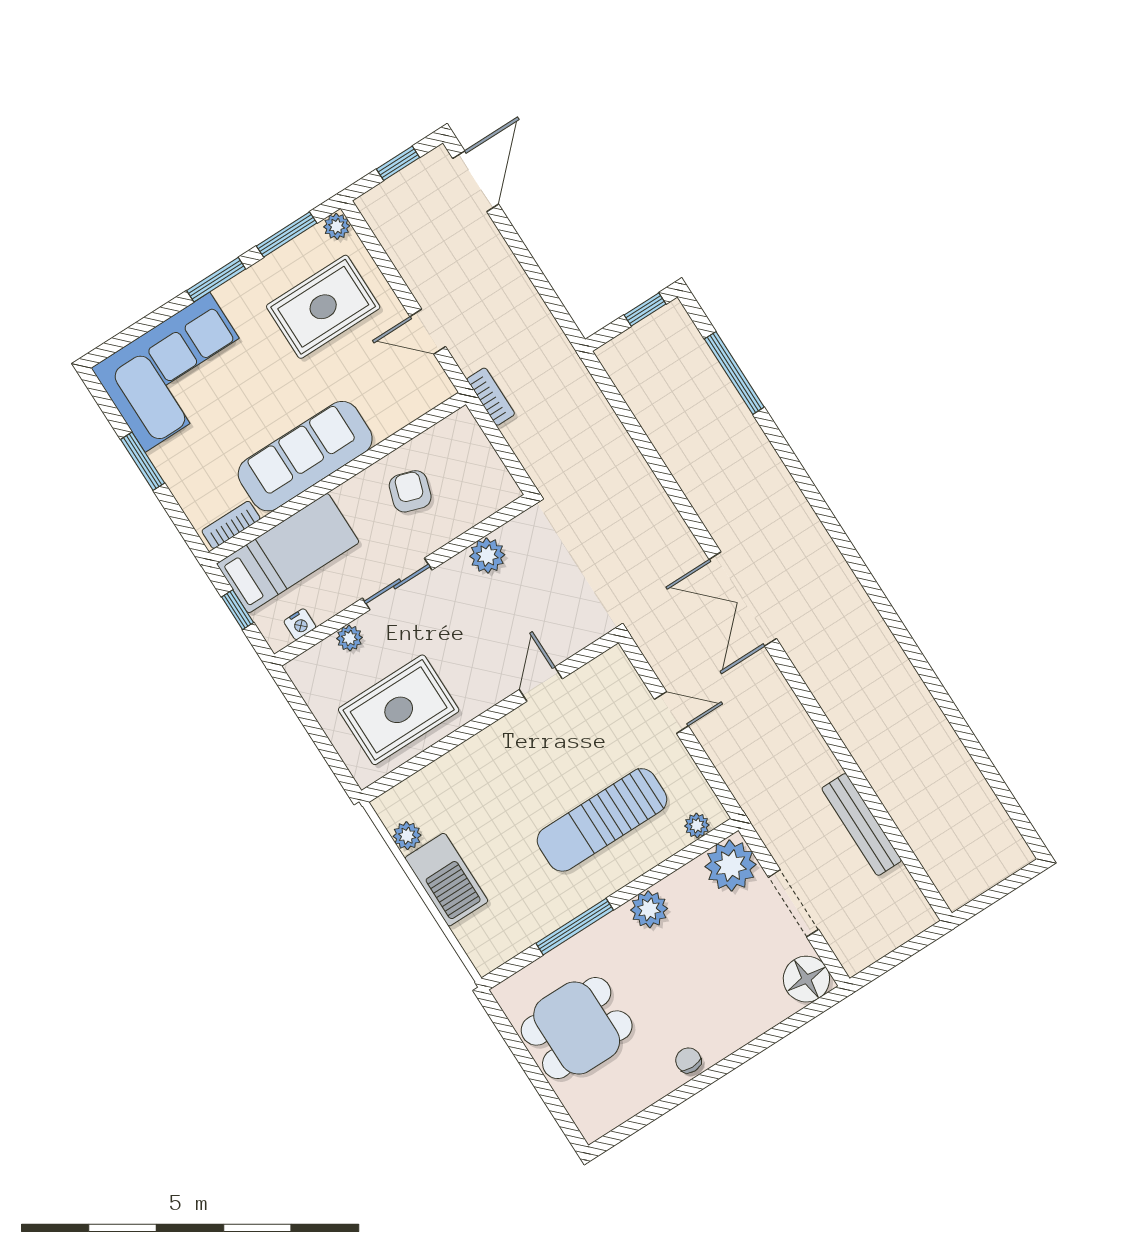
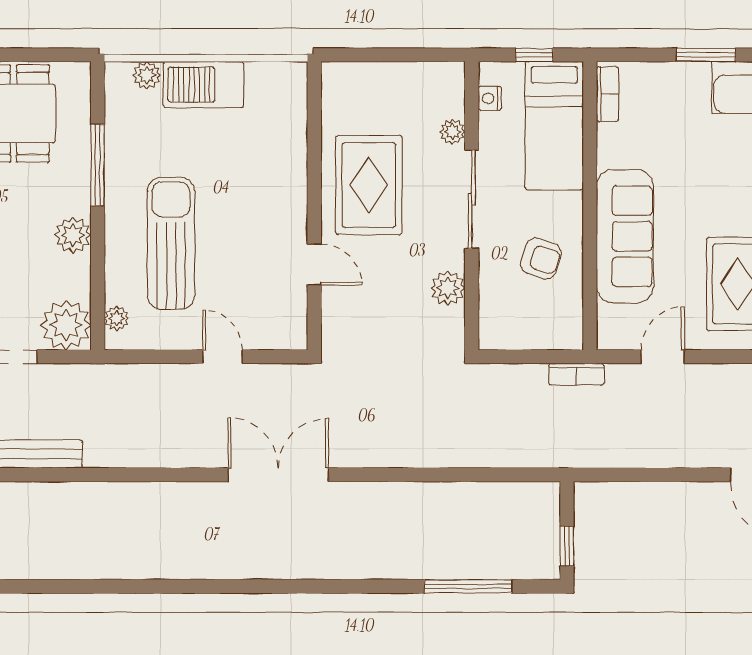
sofa: (305, 456) -> (625, 236), moved
sliding door: (397, 584) -> (472, 199), width x1.37
rug: (399, 710) -> (369, 185), moved
door: (671, 713) -> (222, 357), swing flipped
plant: (407, 836) -> (147, 75), moved

